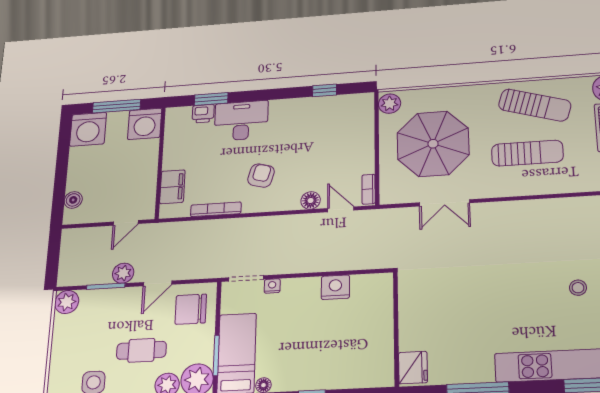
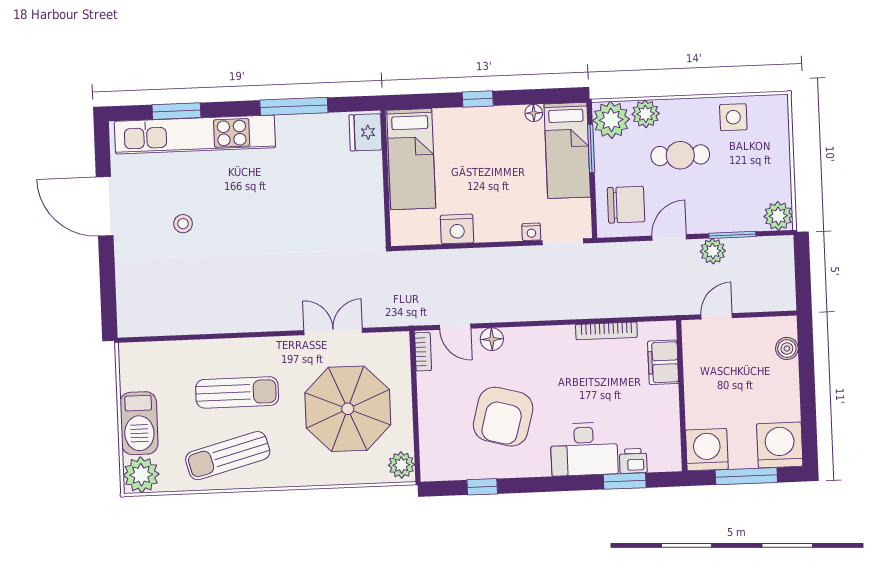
sun lounger: (535, 105) -> (228, 456), turned -32
sun lounger: (527, 153) -> (237, 392), turned 180
armchair: (261, 176) -> (503, 417), moved, width x1.88, depth x1.88
bed: (373, 345) -> (411, 159), added

